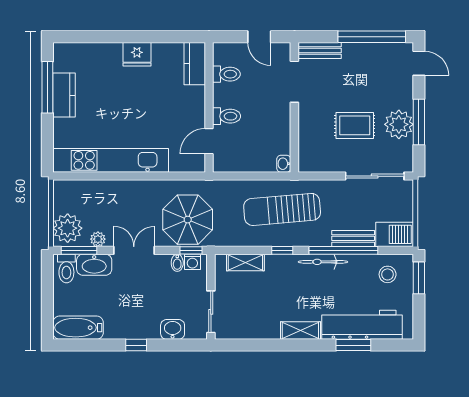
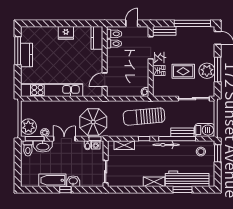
door: (259, 37) -> (132, 23), swing flipped
toilet: (227, 116) -> (114, 34), moved
bathtub: (78, 328) -> (52, 180), moved
washbasin: (173, 329) -> (73, 181), moved

